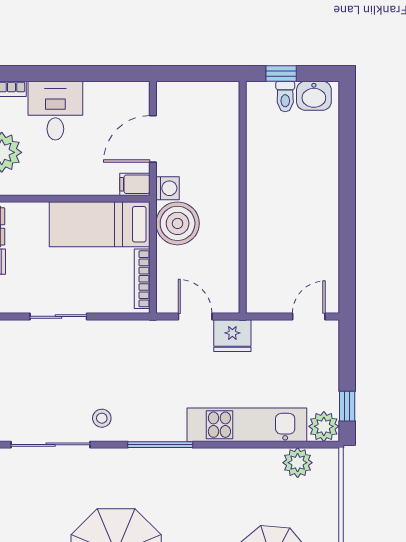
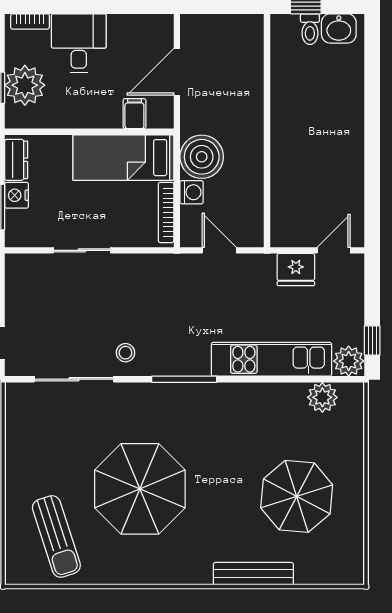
filing cabinet: (135, 184) -> (134, 114), moved, turned 90
washing machine: (168, 188) -> (192, 192), moved
fridge: (232, 336) -> (296, 270), moved

